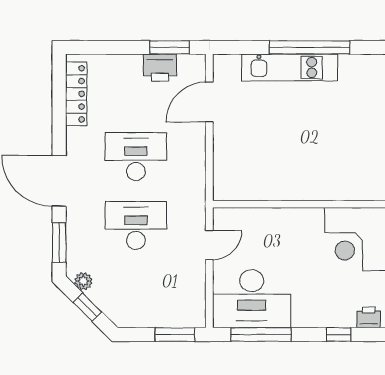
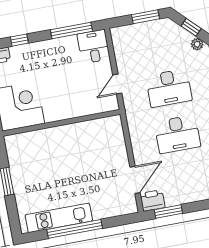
printer: (160, 68) -> (153, 200), moved
kitchen unit: (290, 68) -> (59, 218), moved
desk: (252, 299) -> (94, 47), width x0.53, depth x0.77
window: (175, 335) -> (146, 17), moved

